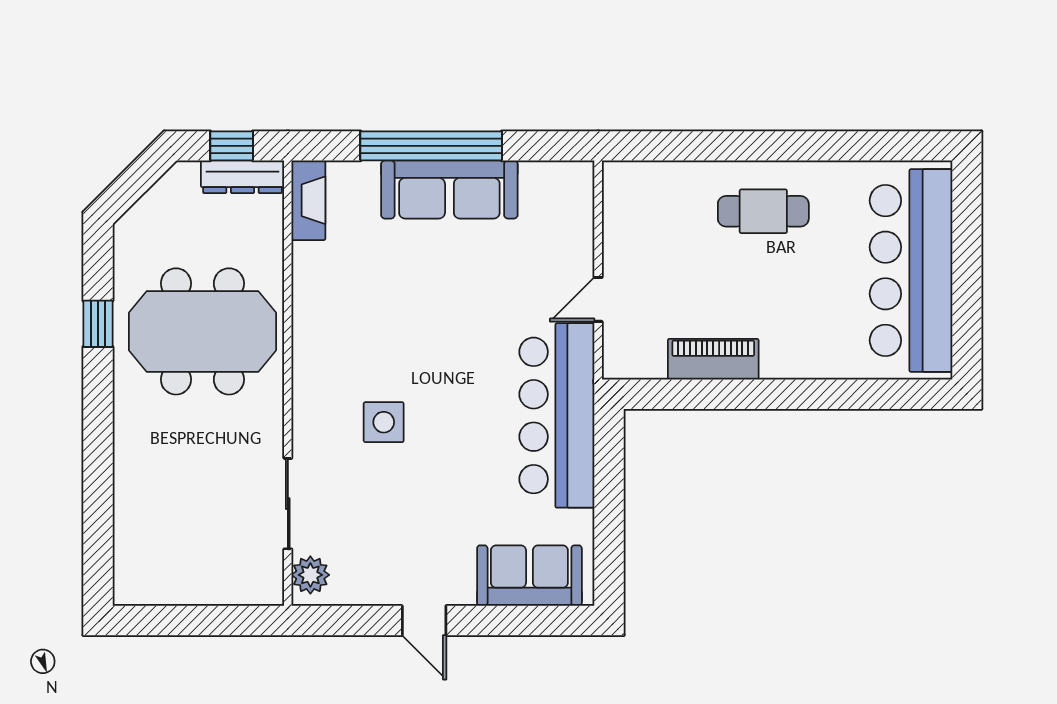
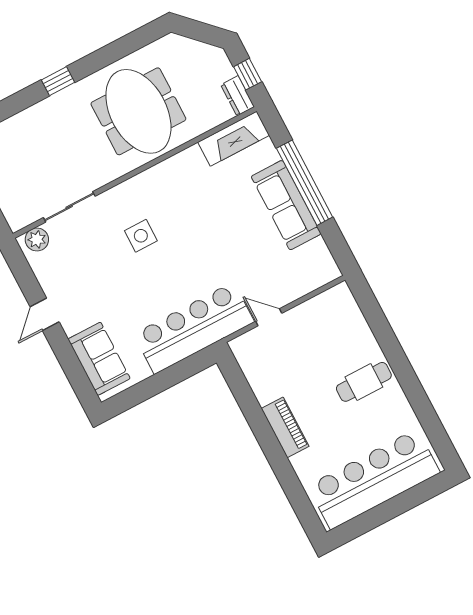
dresser: (243, 177) -> (238, 96), width x0.70
fireplace: (308, 200) -> (234, 139), width x1.37, depth x1.32
cafe table: (763, 211) -> (364, 382), turned 90
window: (98, 324) -> (58, 81), moved
piano: (713, 359) -> (285, 427), moved

